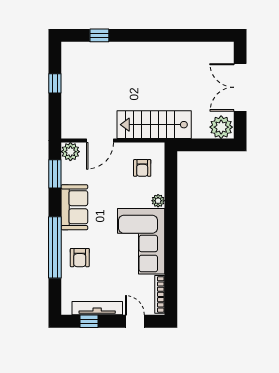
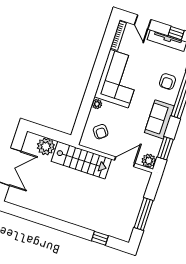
window: (55, 83) -> (144, 214), width x2.17
plant: (221, 127) -> (46, 146), moved
armchair: (142, 168) -> (101, 132), turned 143
armchair: (80, 258) -> (167, 81), turned 180

